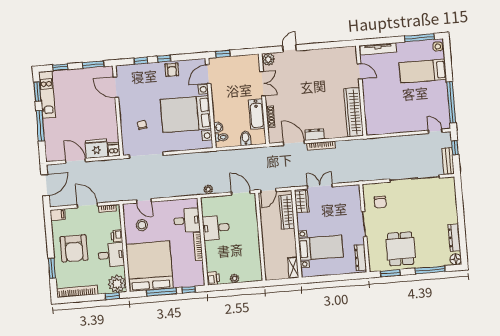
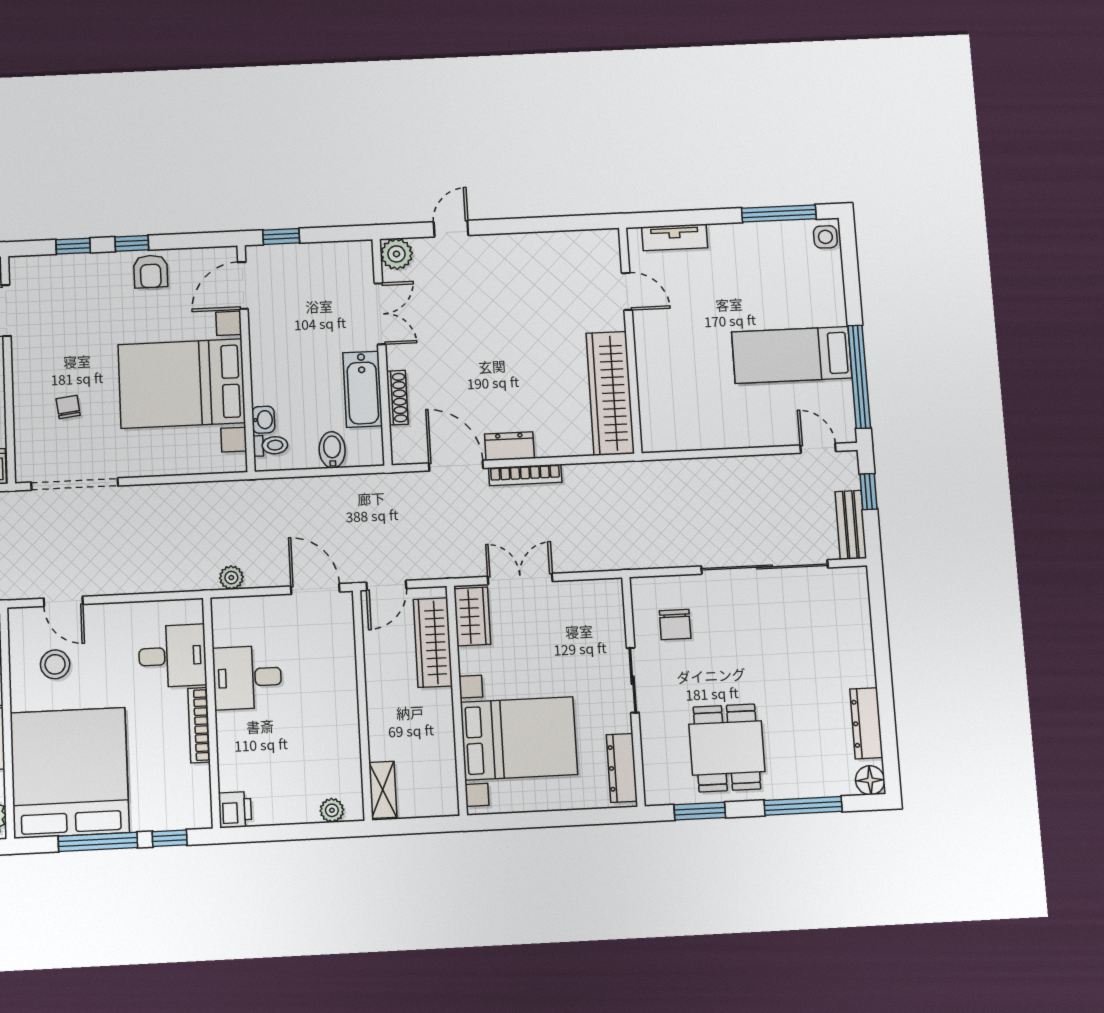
tv unit: (378, 49) -> (675, 237), width x0.71
bed: (423, 71) -> (792, 355), moved
bed with nightstands: (321, 248) -> (519, 738), width x1.36
shelving: (293, 268) -> (383, 790), moved
plant: (235, 279) -> (332, 810), moved

